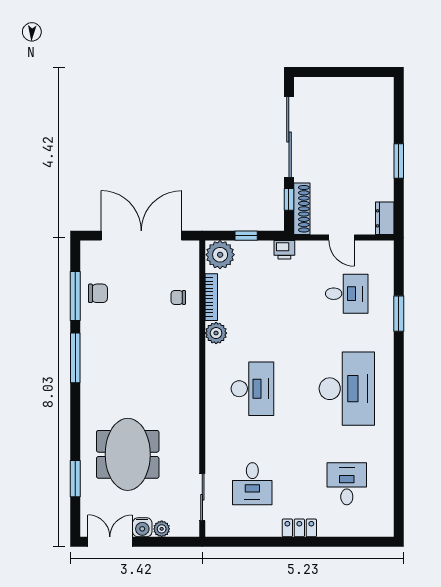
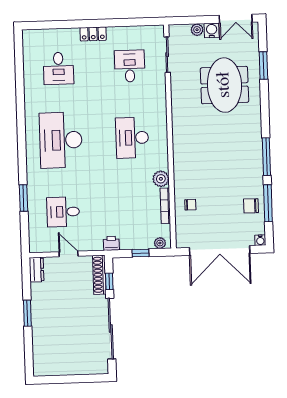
water cooler: (87, 247) -> (260, 240), added
plant: (220, 255) -> (160, 243), width x0.53, depth x0.53

